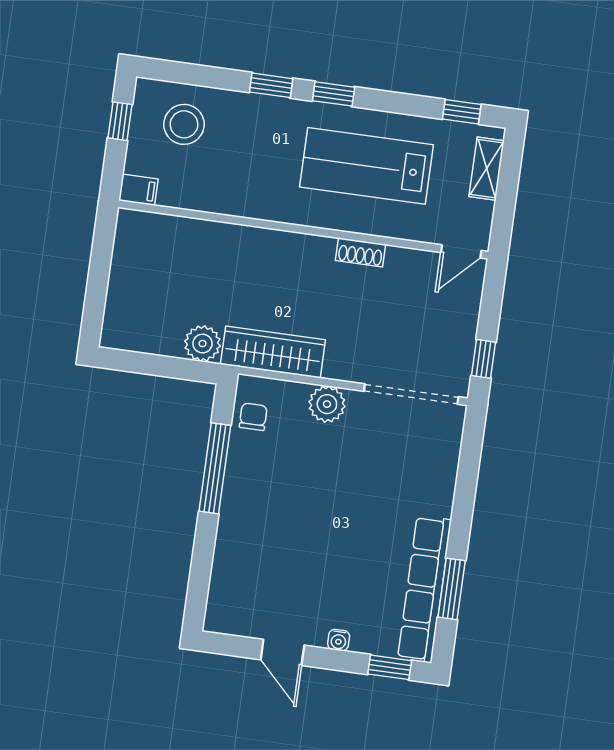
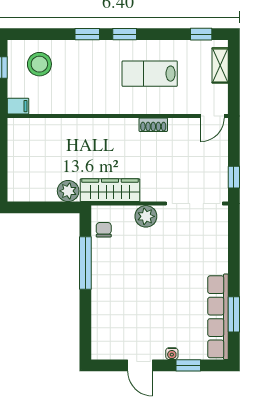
lab bench: (367, 166) -> (150, 74), width x0.73, depth x0.72
window: (390, 667) -> (188, 365), moved

